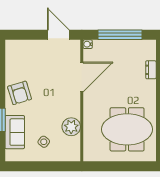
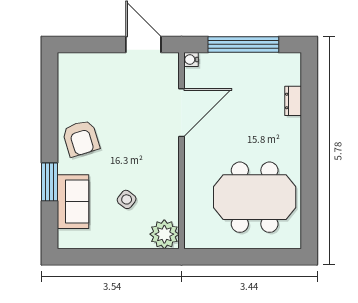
plant: (71, 127) -> (164, 234), moved
side table: (44, 142) -> (127, 199), moved

